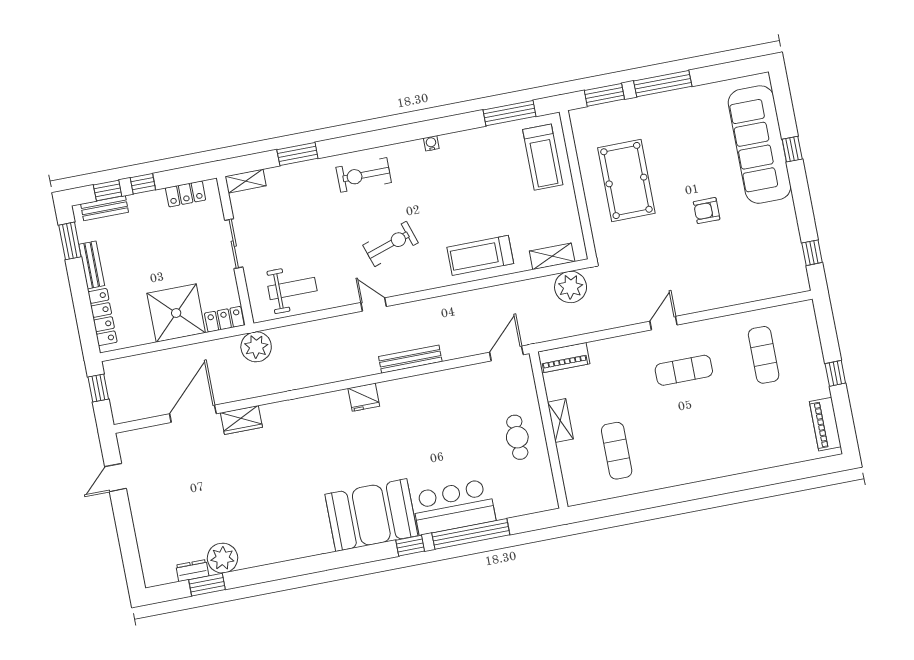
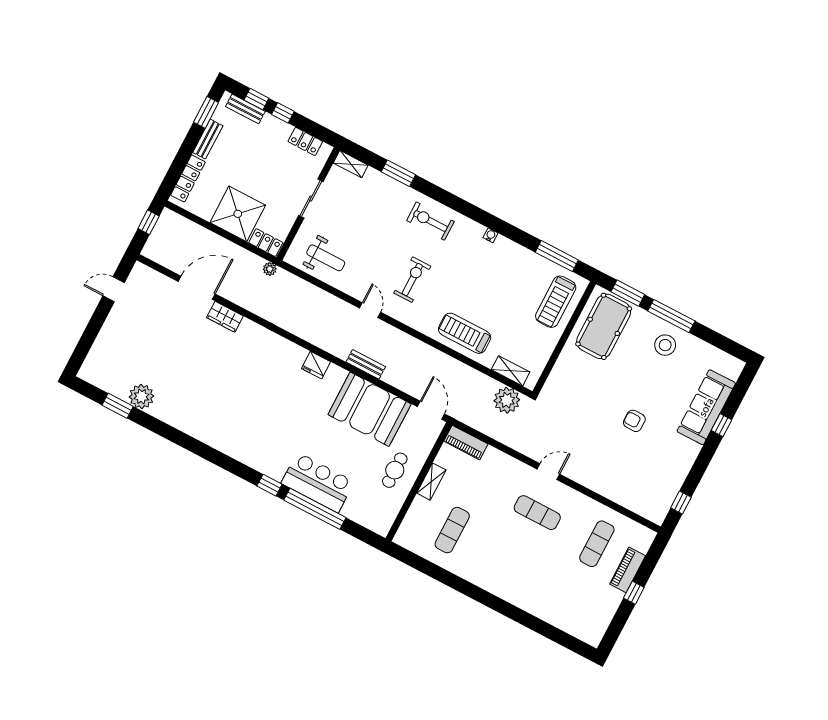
stool: (679, 116) -> (665, 345), added
sofa: (760, 145) -> (706, 407), width x0.74, depth x0.79
pool table: (626, 180) -> (604, 326), moved
exercise bike: (391, 244) -> (412, 280), turned -72
plant: (256, 347) -> (270, 269), width x0.53, depth x0.53
door: (506, 353) -> (431, 410), hinge flipped
bench: (410, 359) -> (366, 364), width x0.73
piano: (825, 424) -> (628, 570), moved
booth: (371, 515) -> (370, 409), moved
dresser: (192, 571) -> (116, 389), removed

